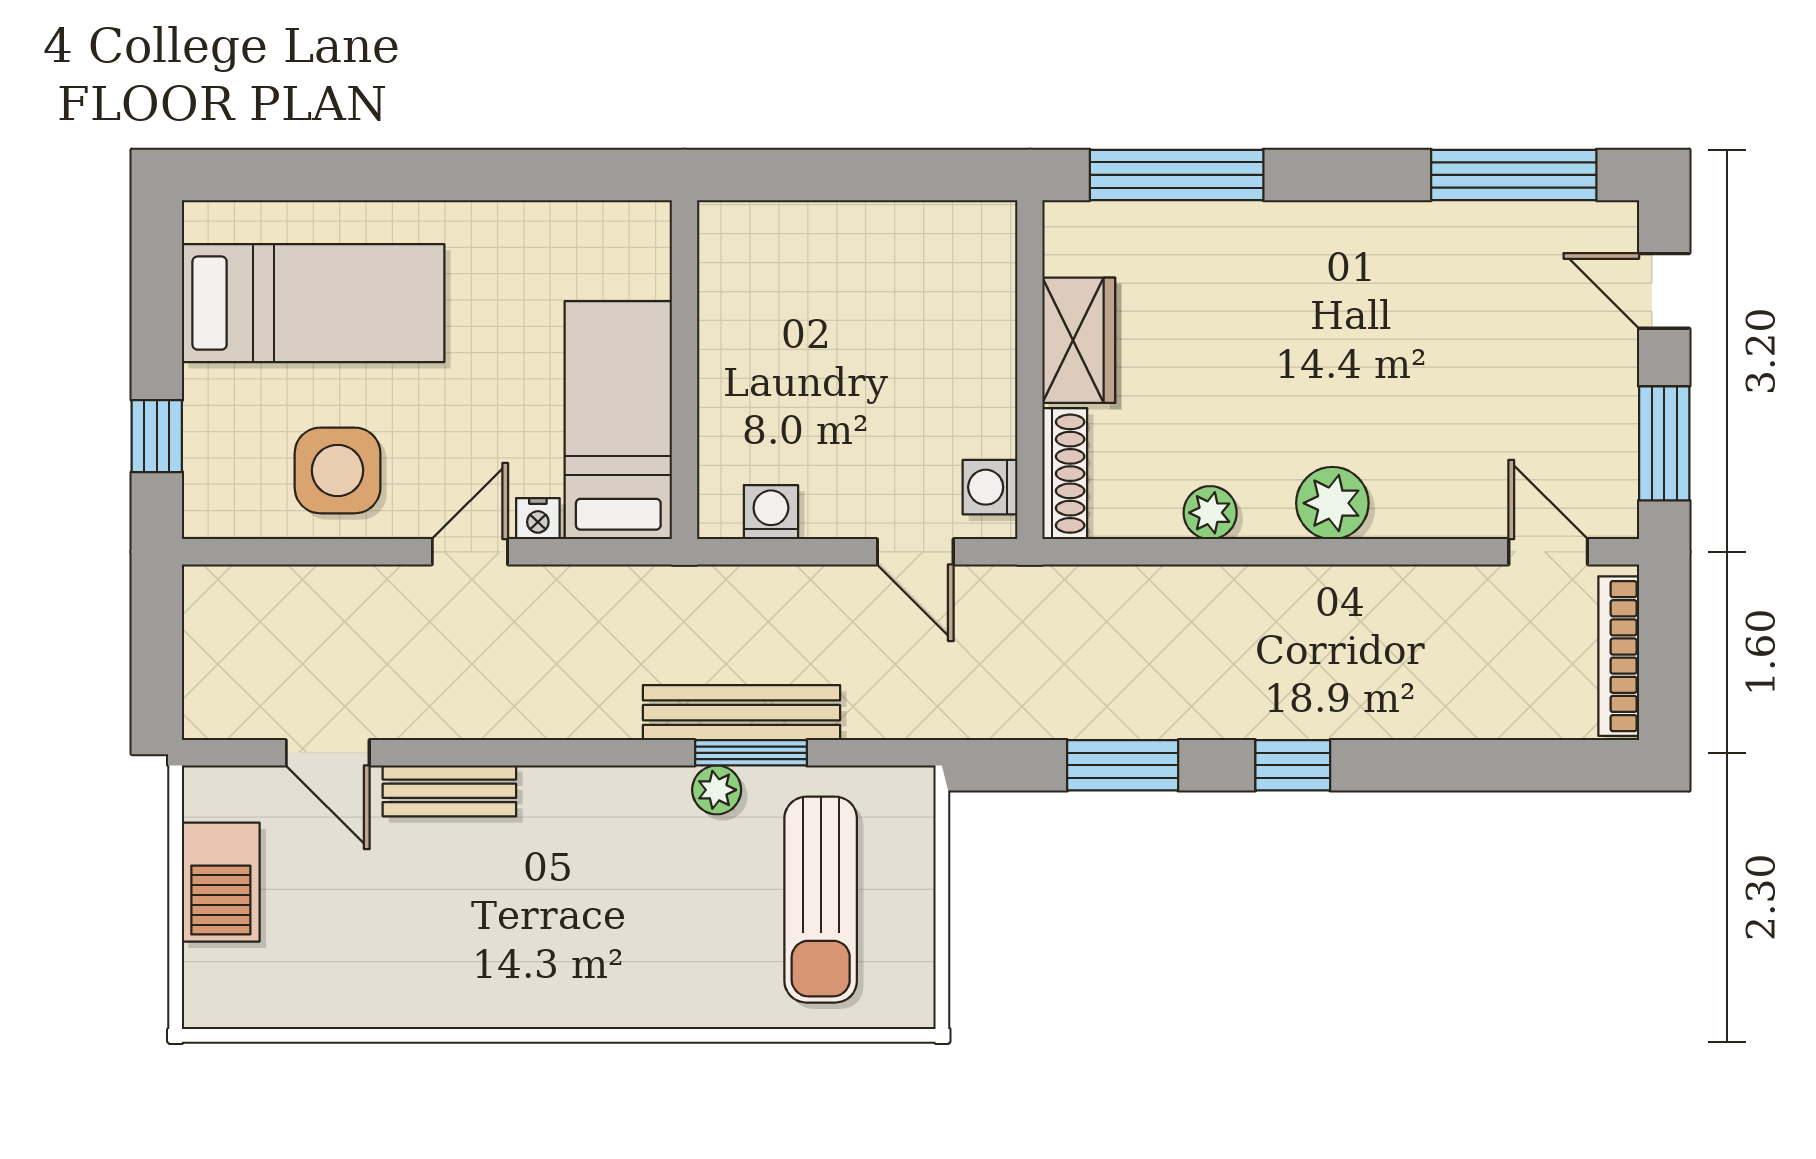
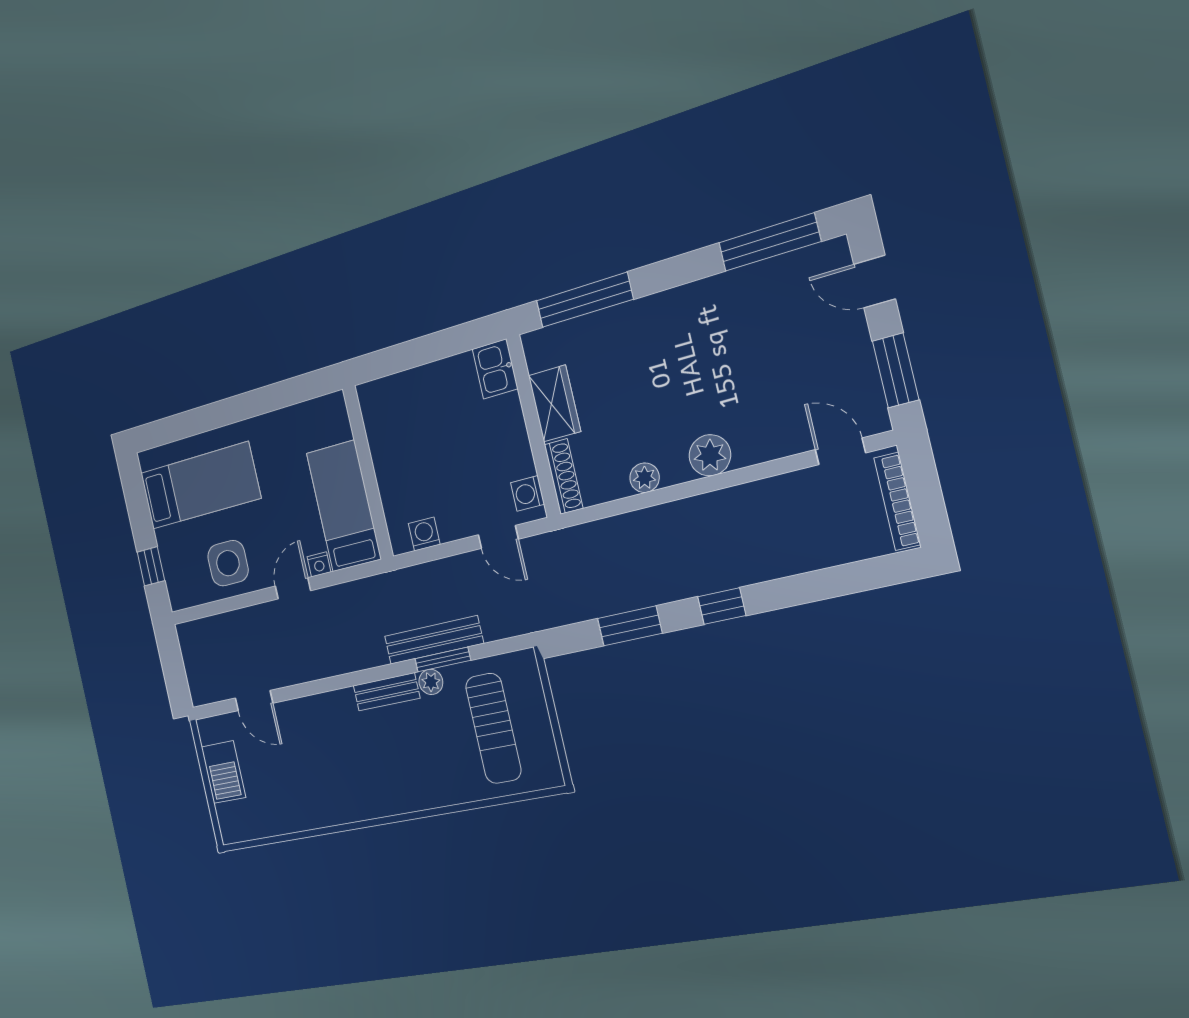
kitchen sink: (983, 248) -> (495, 369), added
bench: (449, 791) -> (386, 692), moved

